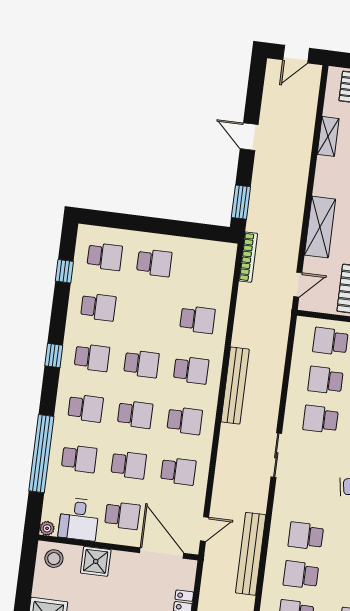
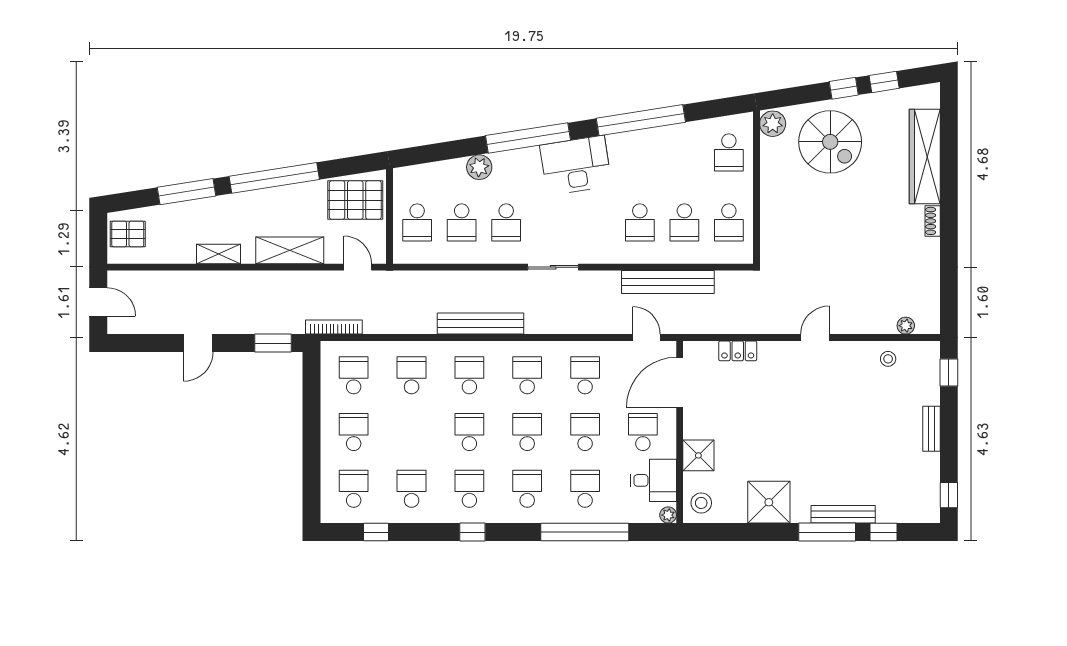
shelving: (328, 136) -> (218, 254), moved
school desk: (204, 269) -> (354, 375), added

